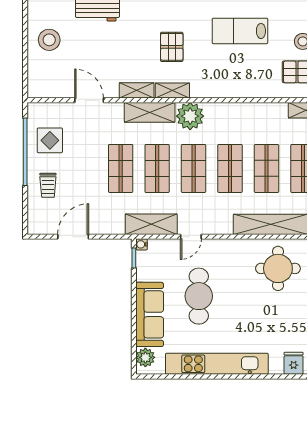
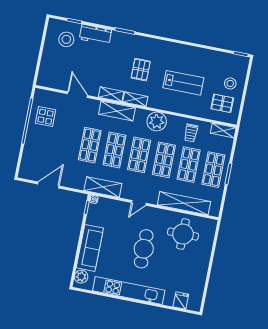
lab bench: (240, 31) -> (183, 83), moved, turned 180
stool: (49, 40) -> (66, 39), moved
plant: (190, 116) -> (157, 121), moved
trolley: (48, 185) -> (191, 133), moved
door: (191, 237) -> (139, 203), moved
cafe table: (199, 296) -> (144, 249), moved

